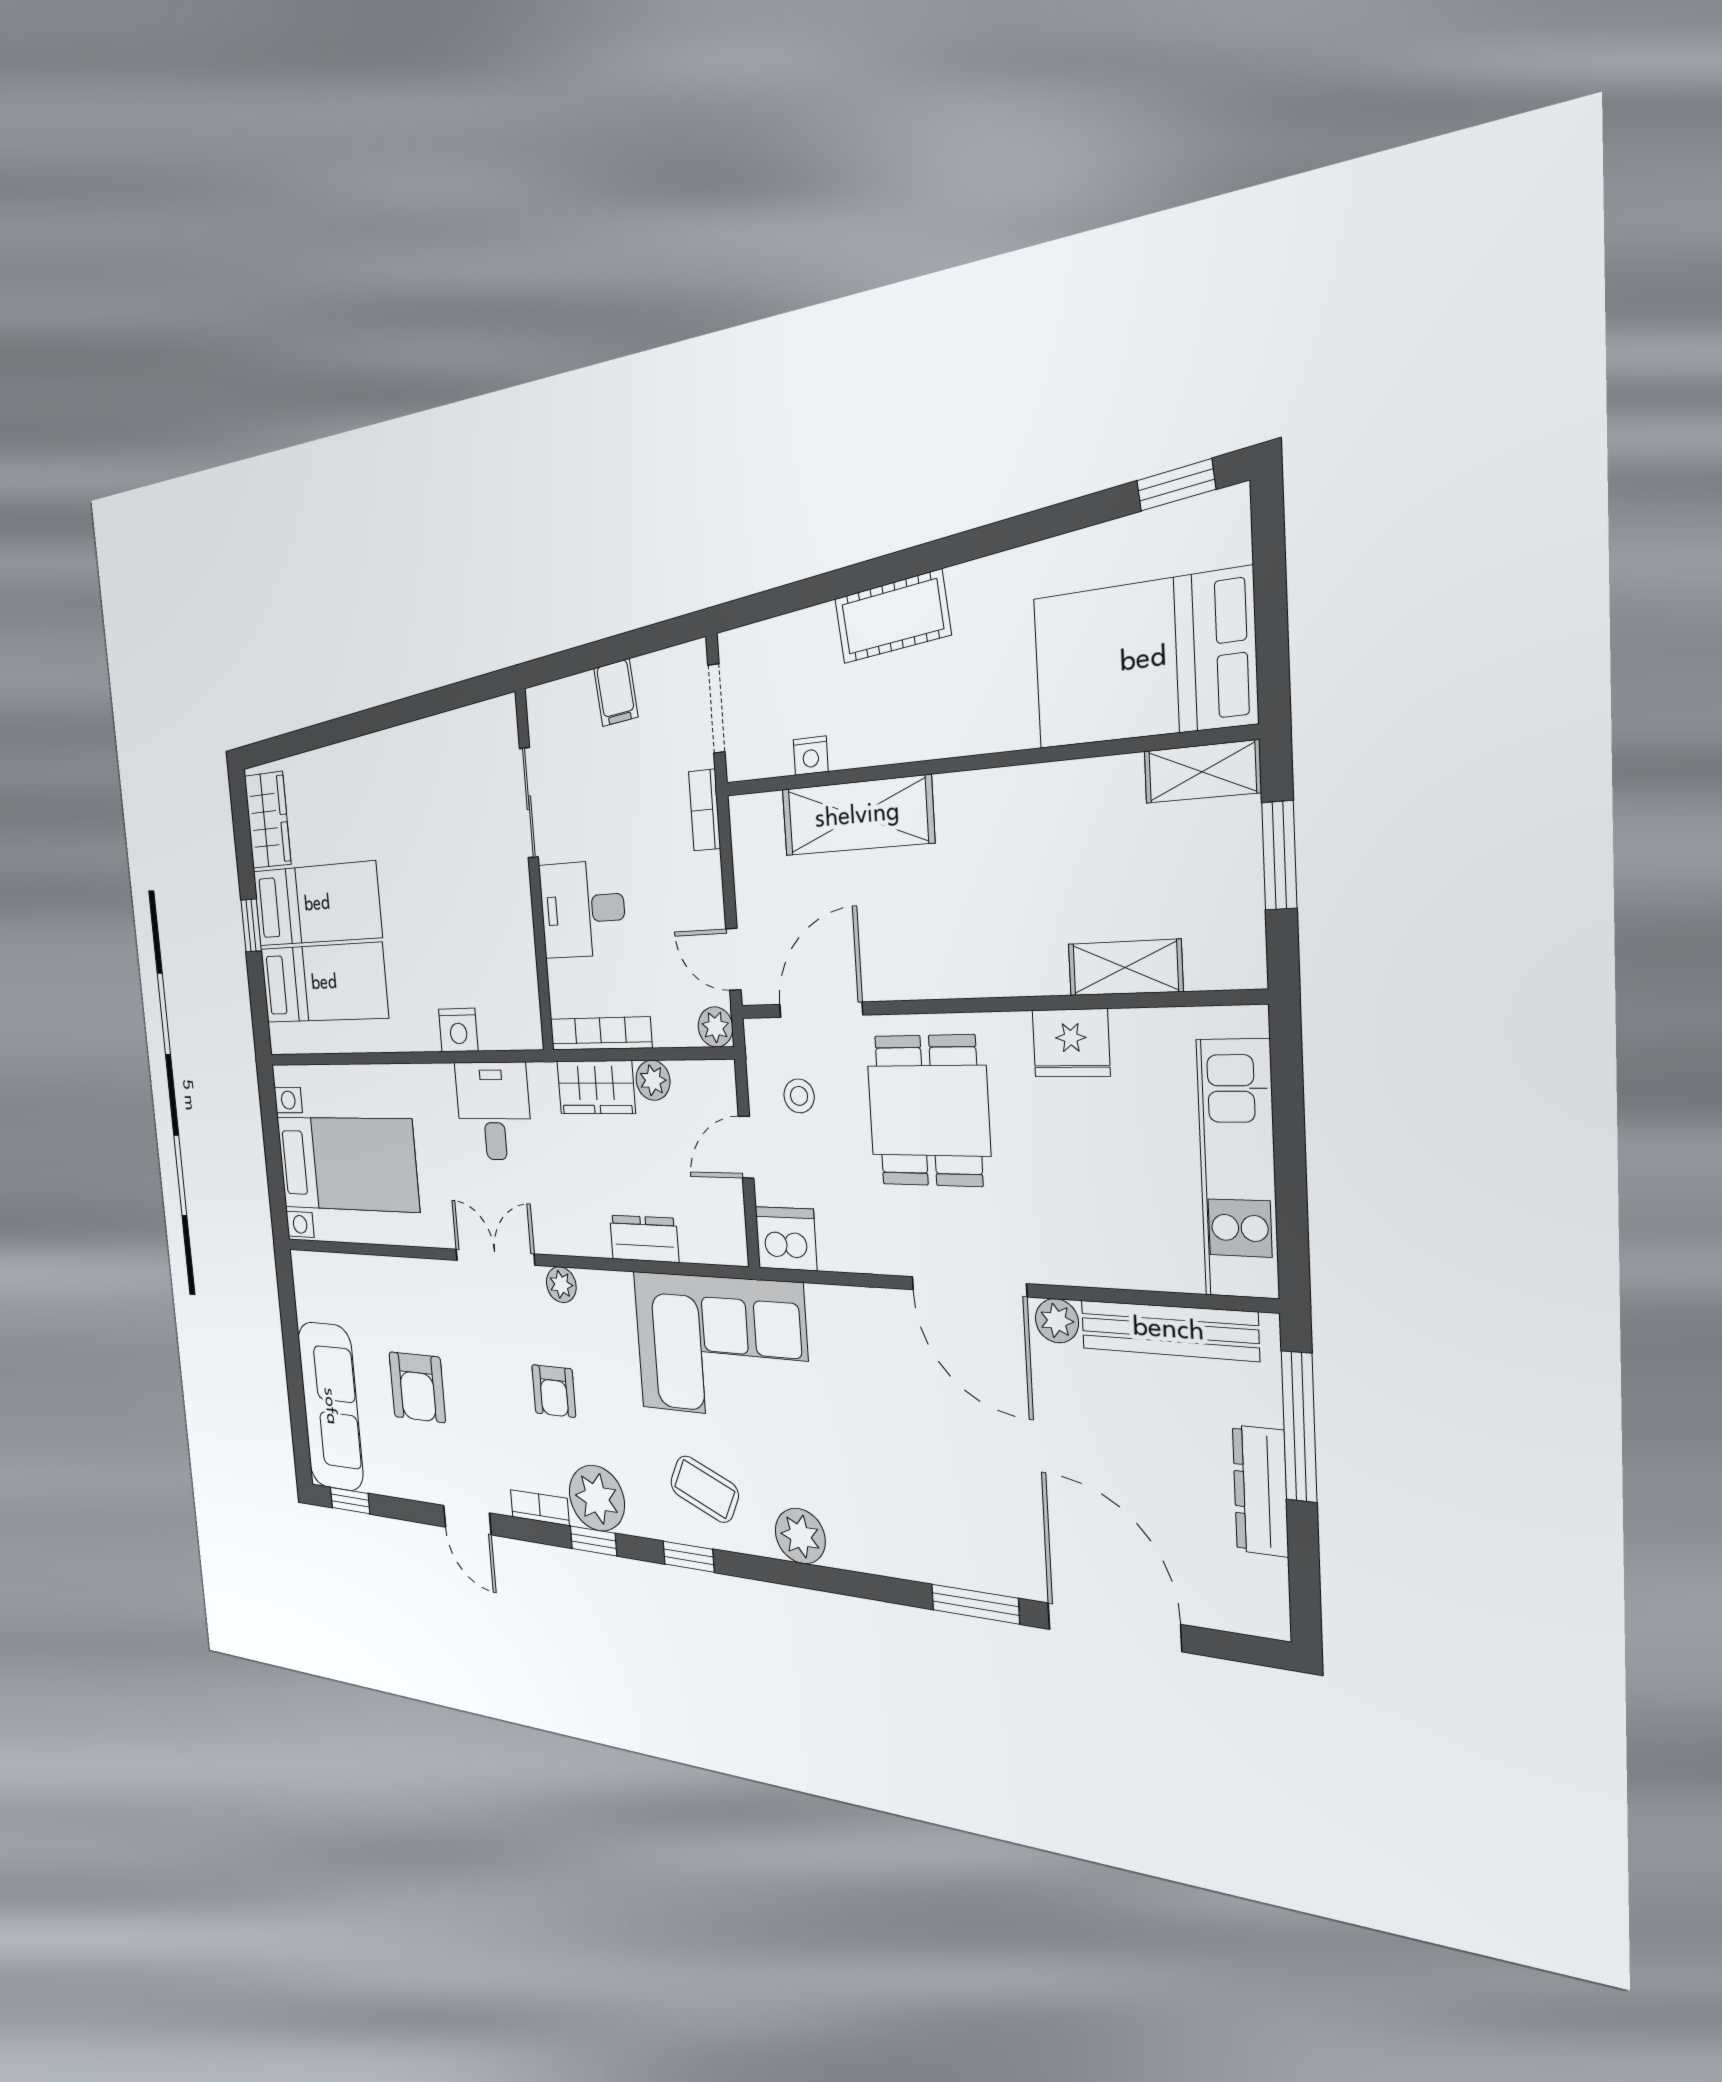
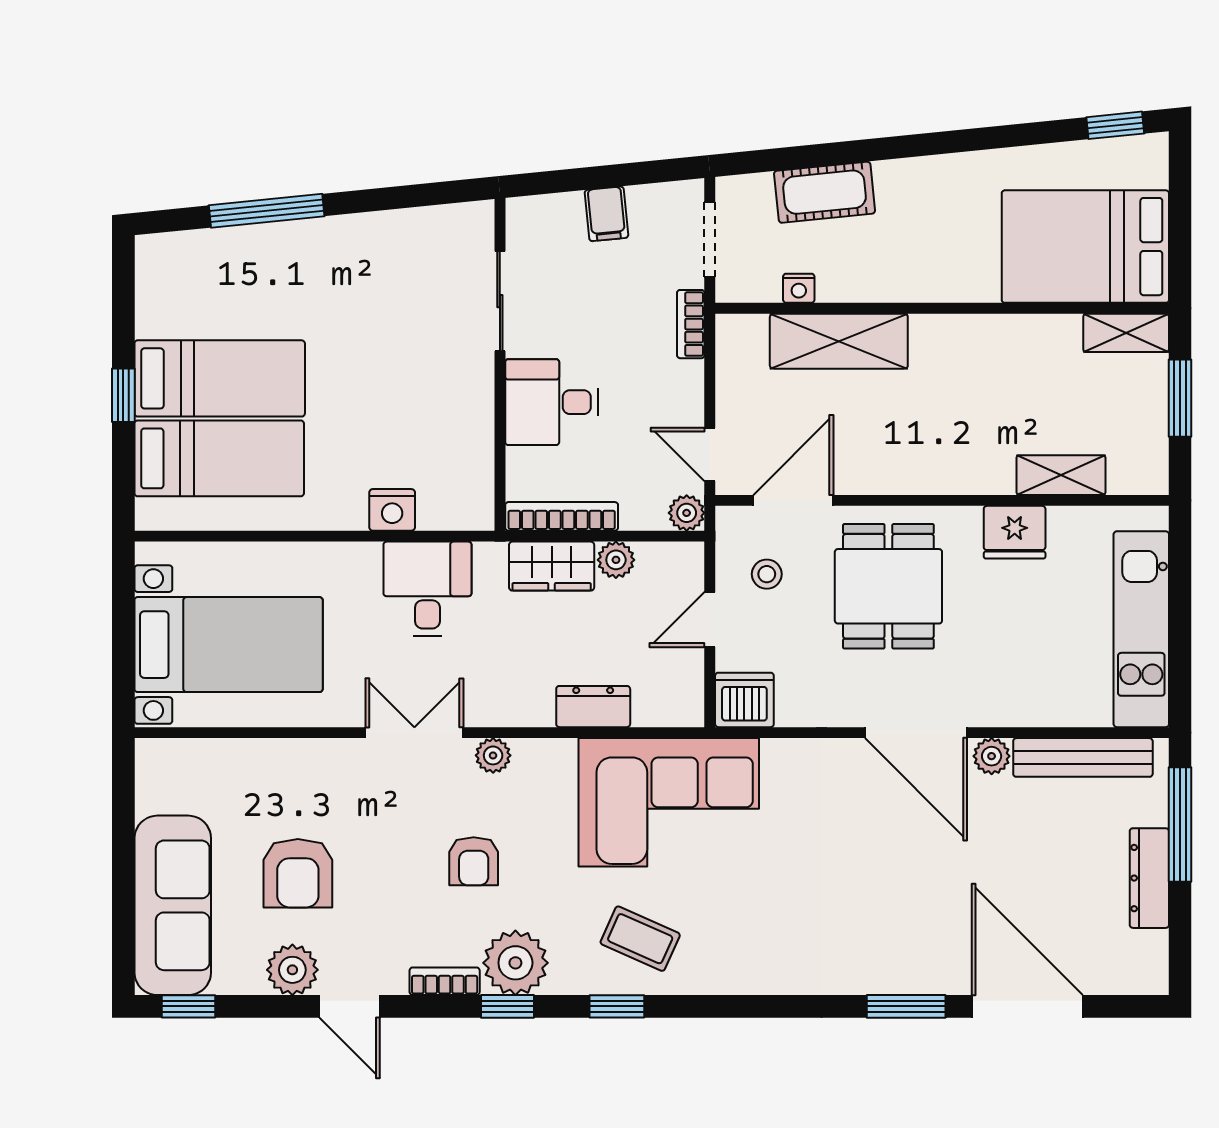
cot: (892, 617) -> (825, 192), moved
window: (335, 731) -> (267, 211), added
wardrobe: (268, 820) -> (162, 289), removed
plant: (800, 1536) -> (292, 970), moved

